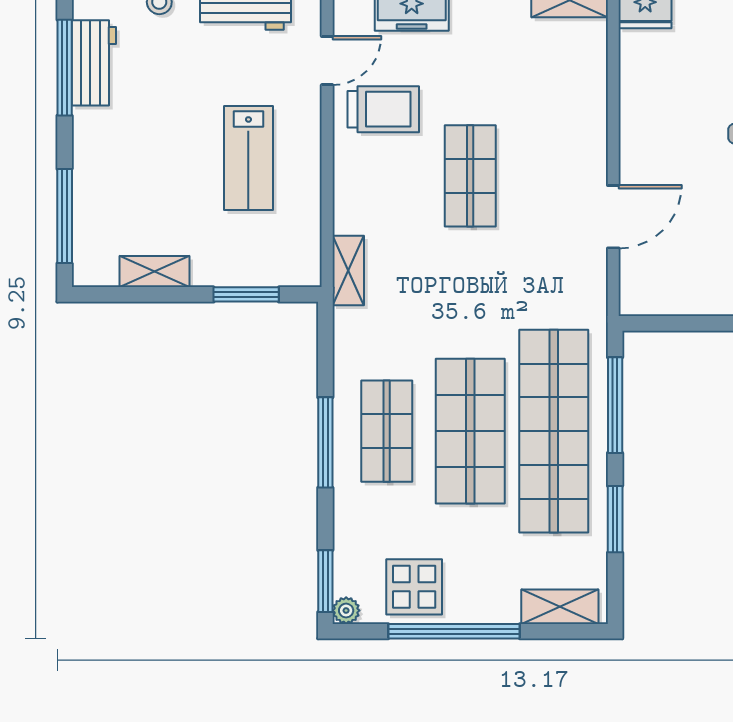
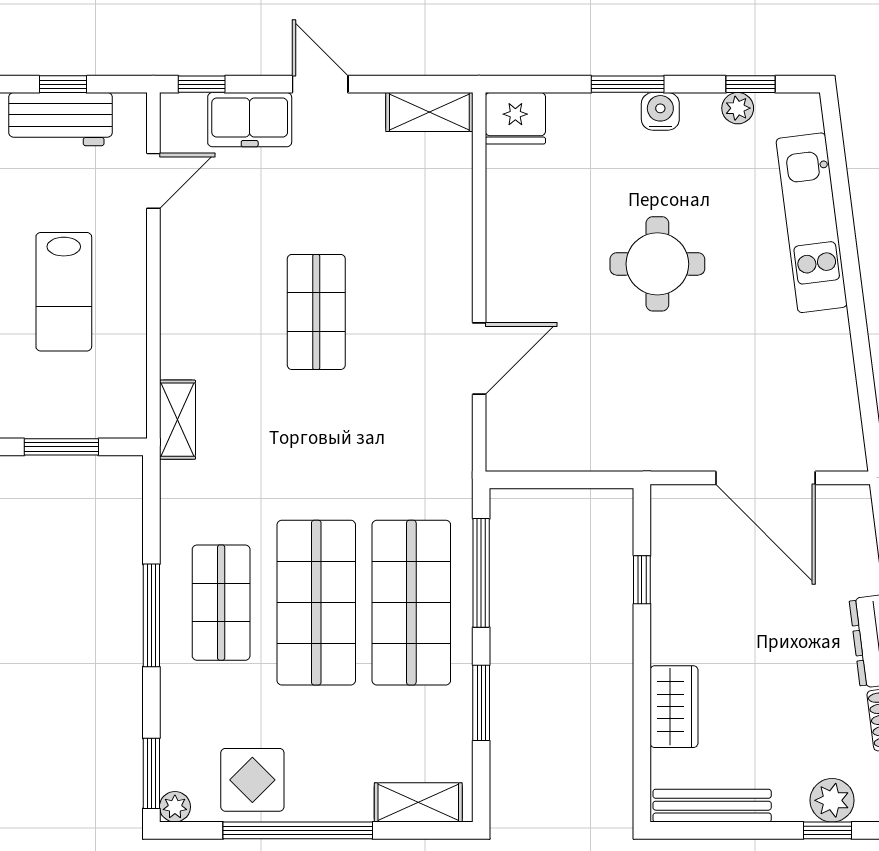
trolley: (383, 109) -> (217, 236), removed
shop shelf: (554, 431) -> (411, 603), width x0.71

